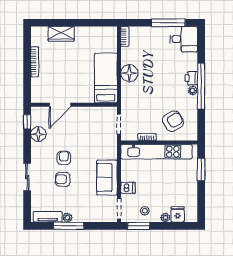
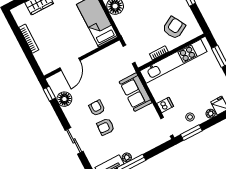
sofa: (107, 177) -> (136, 92), moved

